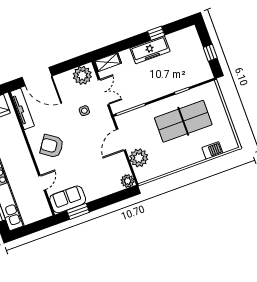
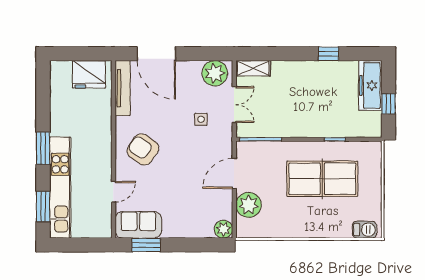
freezer: (150, 50) -> (370, 85), moved, turned 90
barbecue: (212, 150) -> (364, 230), moved

